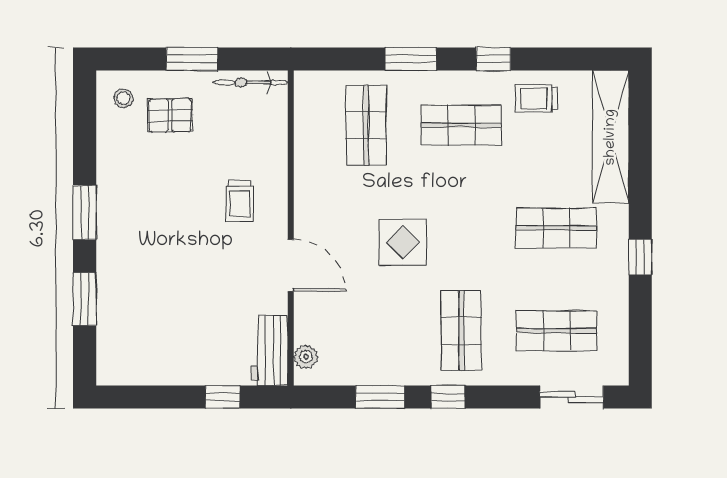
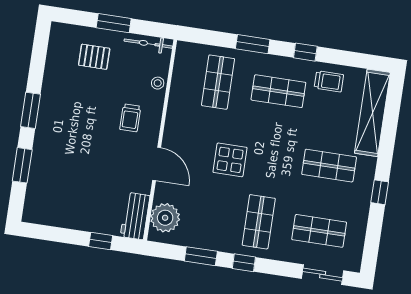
stool: (123, 98) -> (158, 83), moved
trolley: (536, 99) -> (329, 81), turned 180
plant: (306, 357) -> (165, 218), width x1.87, depth x1.87

